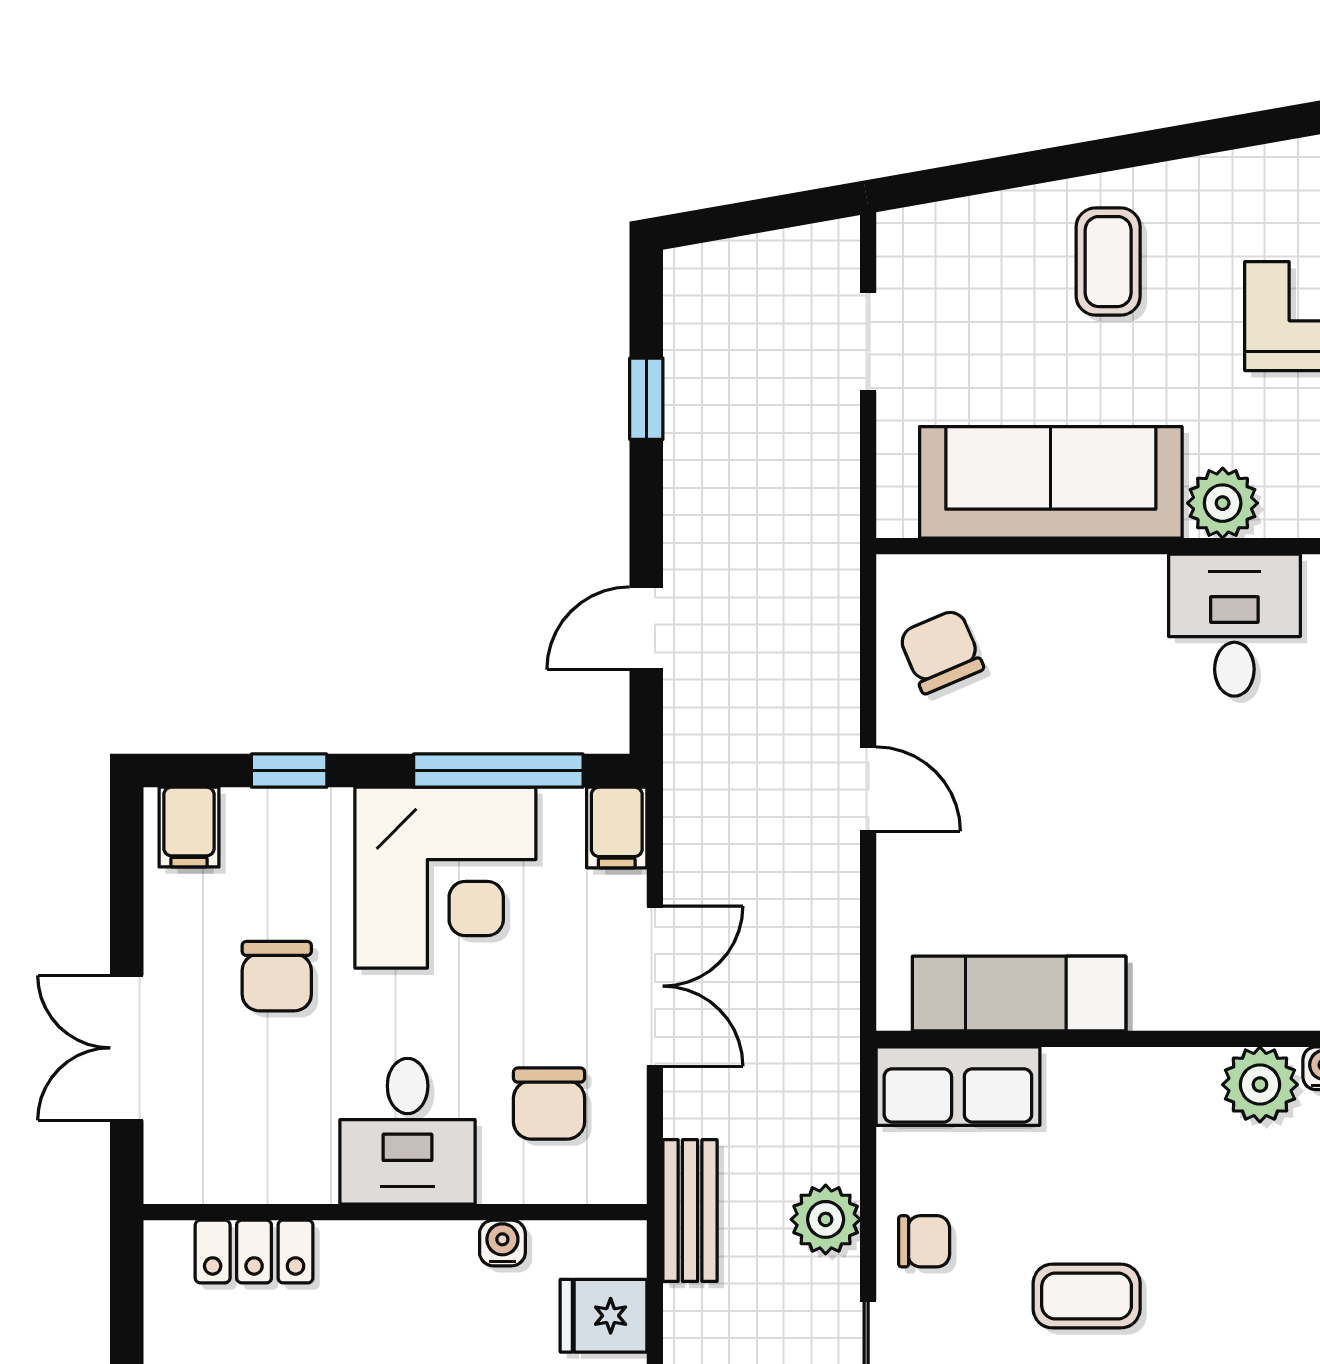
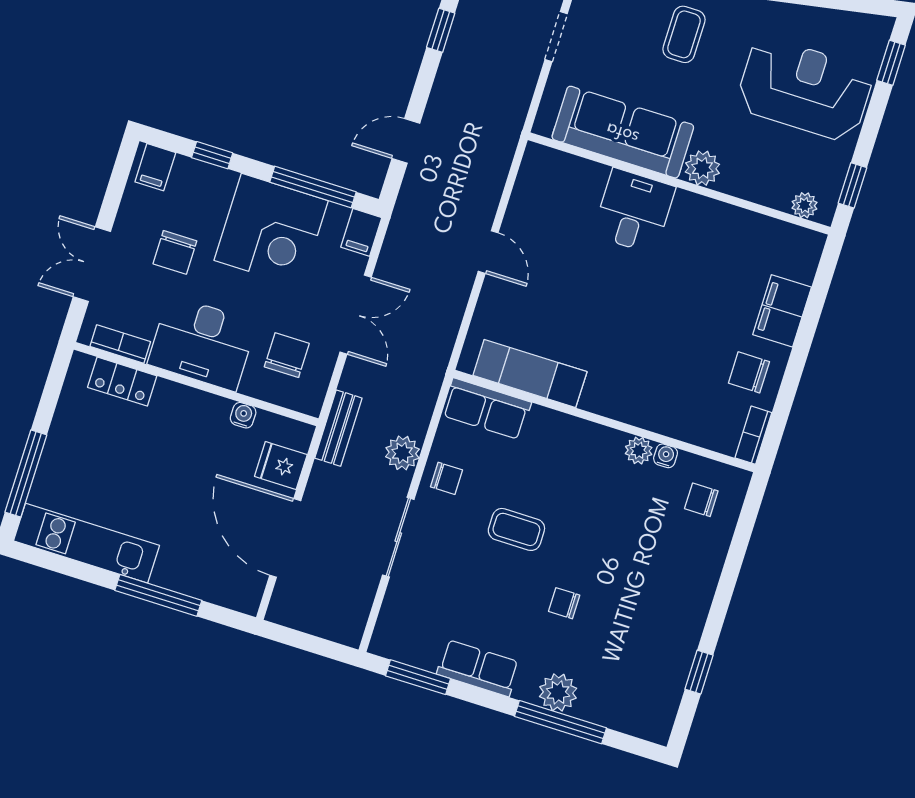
desk: (1234, 625) -> (634, 211), moved
chair: (941, 651) -> (544, 197), removed
plant: (1260, 1085) -> (639, 451), width x0.73, depth x0.73
chair: (549, 1104) -> (287, 355), turned 180
desk: (408, 1131) -> (202, 343), width x1.37
bookcase: (228, 1182) -> (120, 344), added

